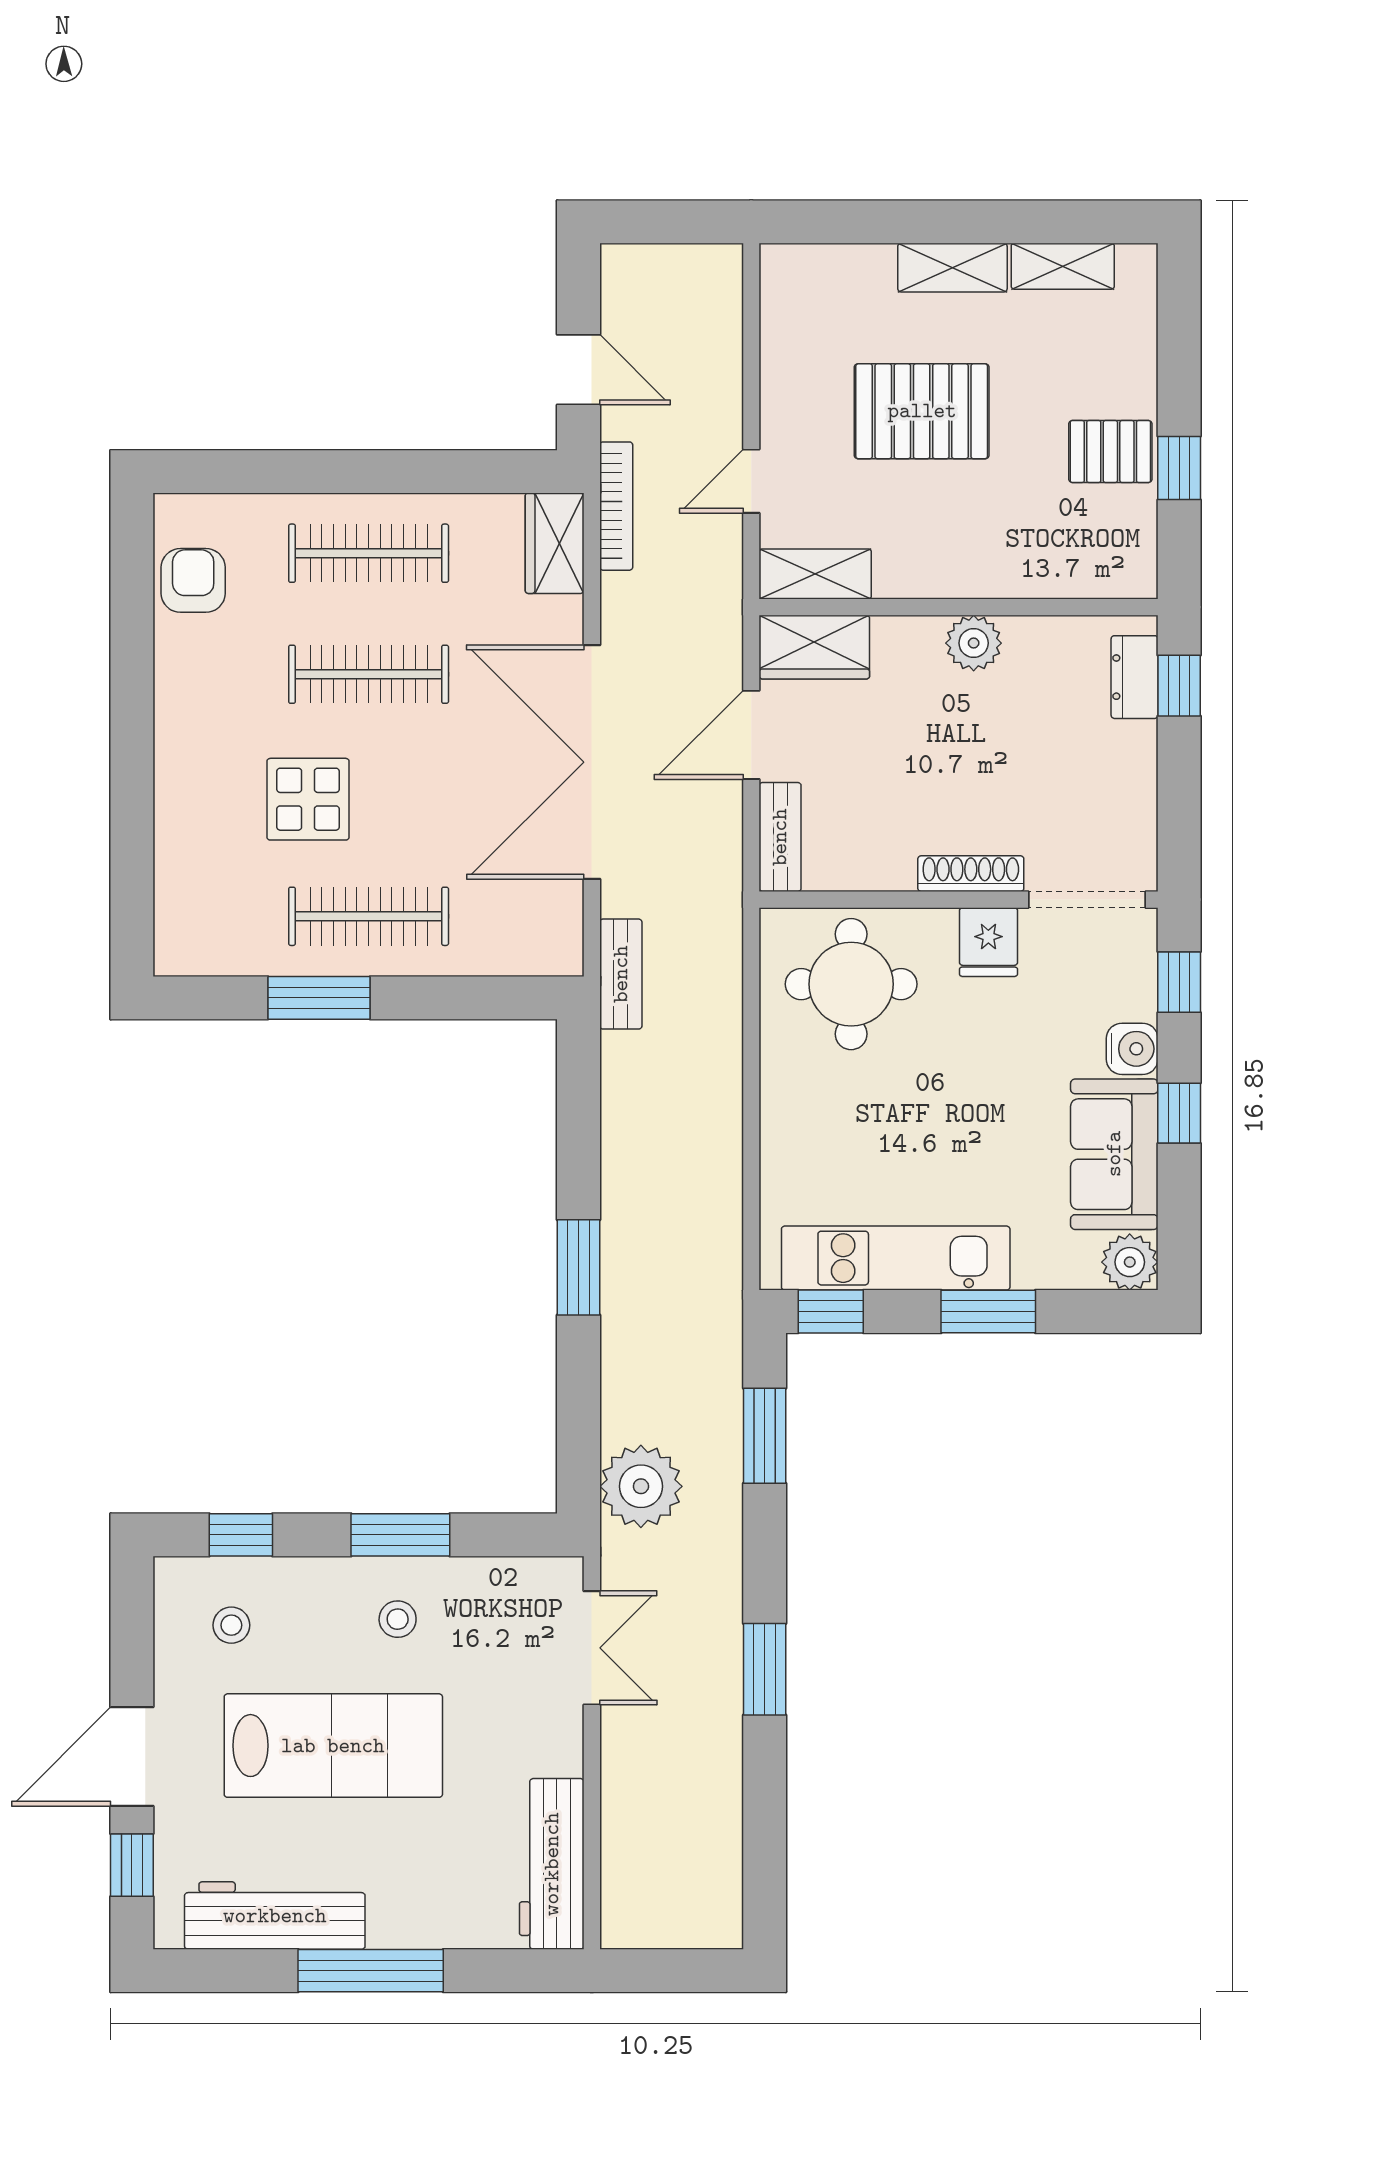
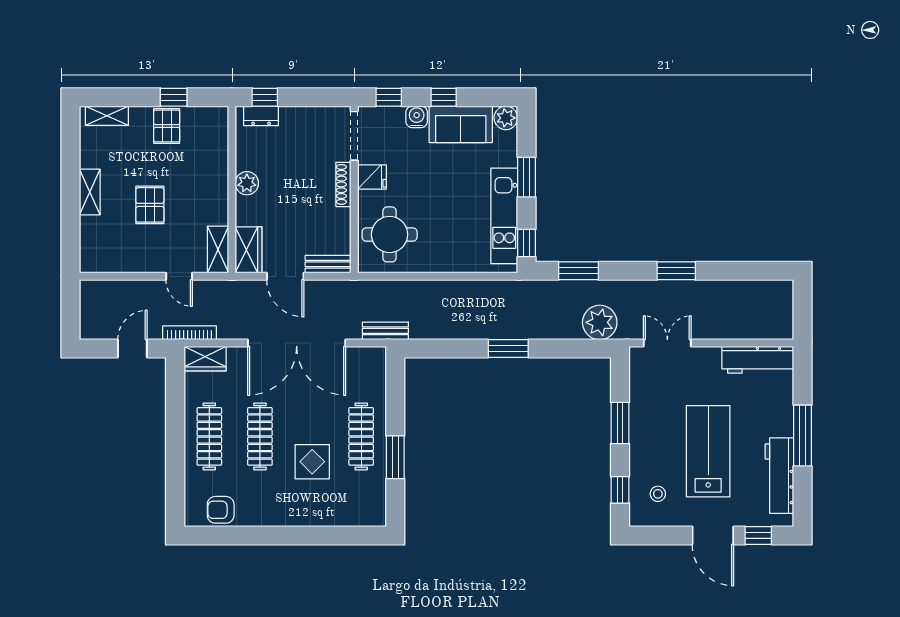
shelving: (1063, 266) -> (107, 116), moved, turned 90
pallet: (922, 411) -> (150, 205), width x0.67, depth x0.71
stool: (398, 1619) -> (655, 424), removed

